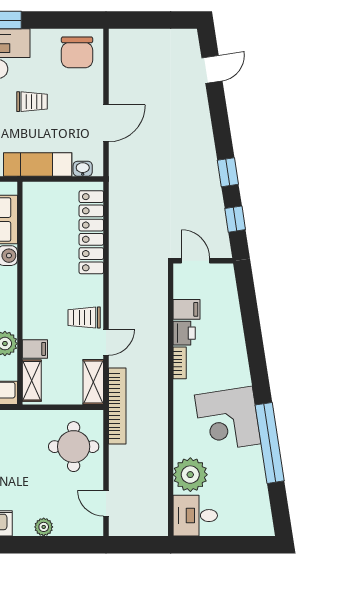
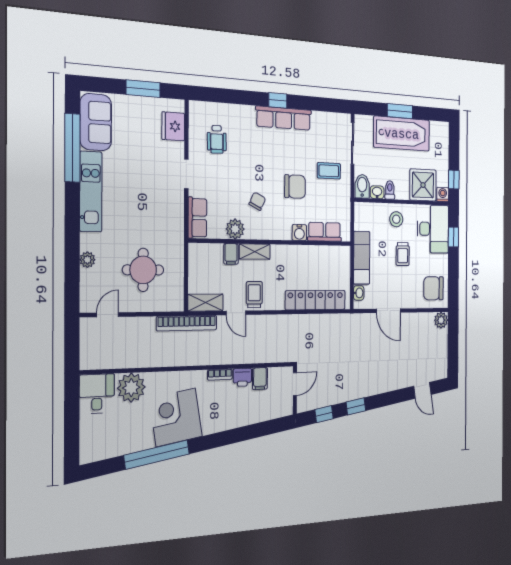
plant: (120, 40) -> (441, 320), added
shelving: (32, 381) -> (255, 252), moved
round table: (74, 447) -> (143, 270), moved

